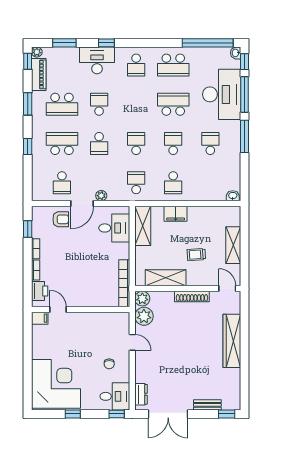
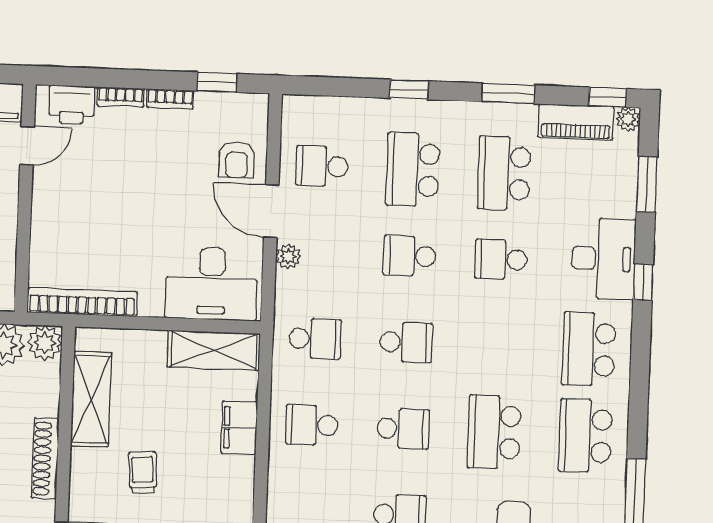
school desk: (136, 65) -> (589, 349), width x1.85
school desk: (99, 104) -> (501, 259), turned 180
school desk: (173, 104) -> (494, 432), turned 180
school desk: (62, 143) -> (413, 170), turned 180
desk: (114, 228) -> (212, 284), width x1.37

